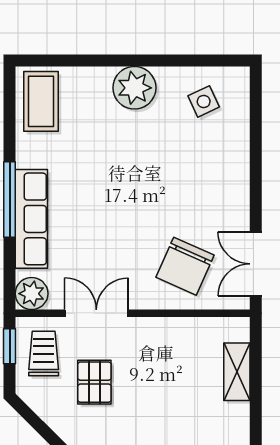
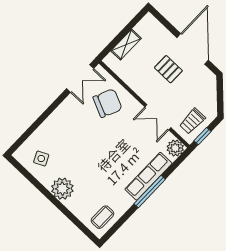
coffee table: (41, 101) -> (102, 217), width x0.73, depth x0.77
pallet: (94, 382) -> (168, 69), moved, turned 90

